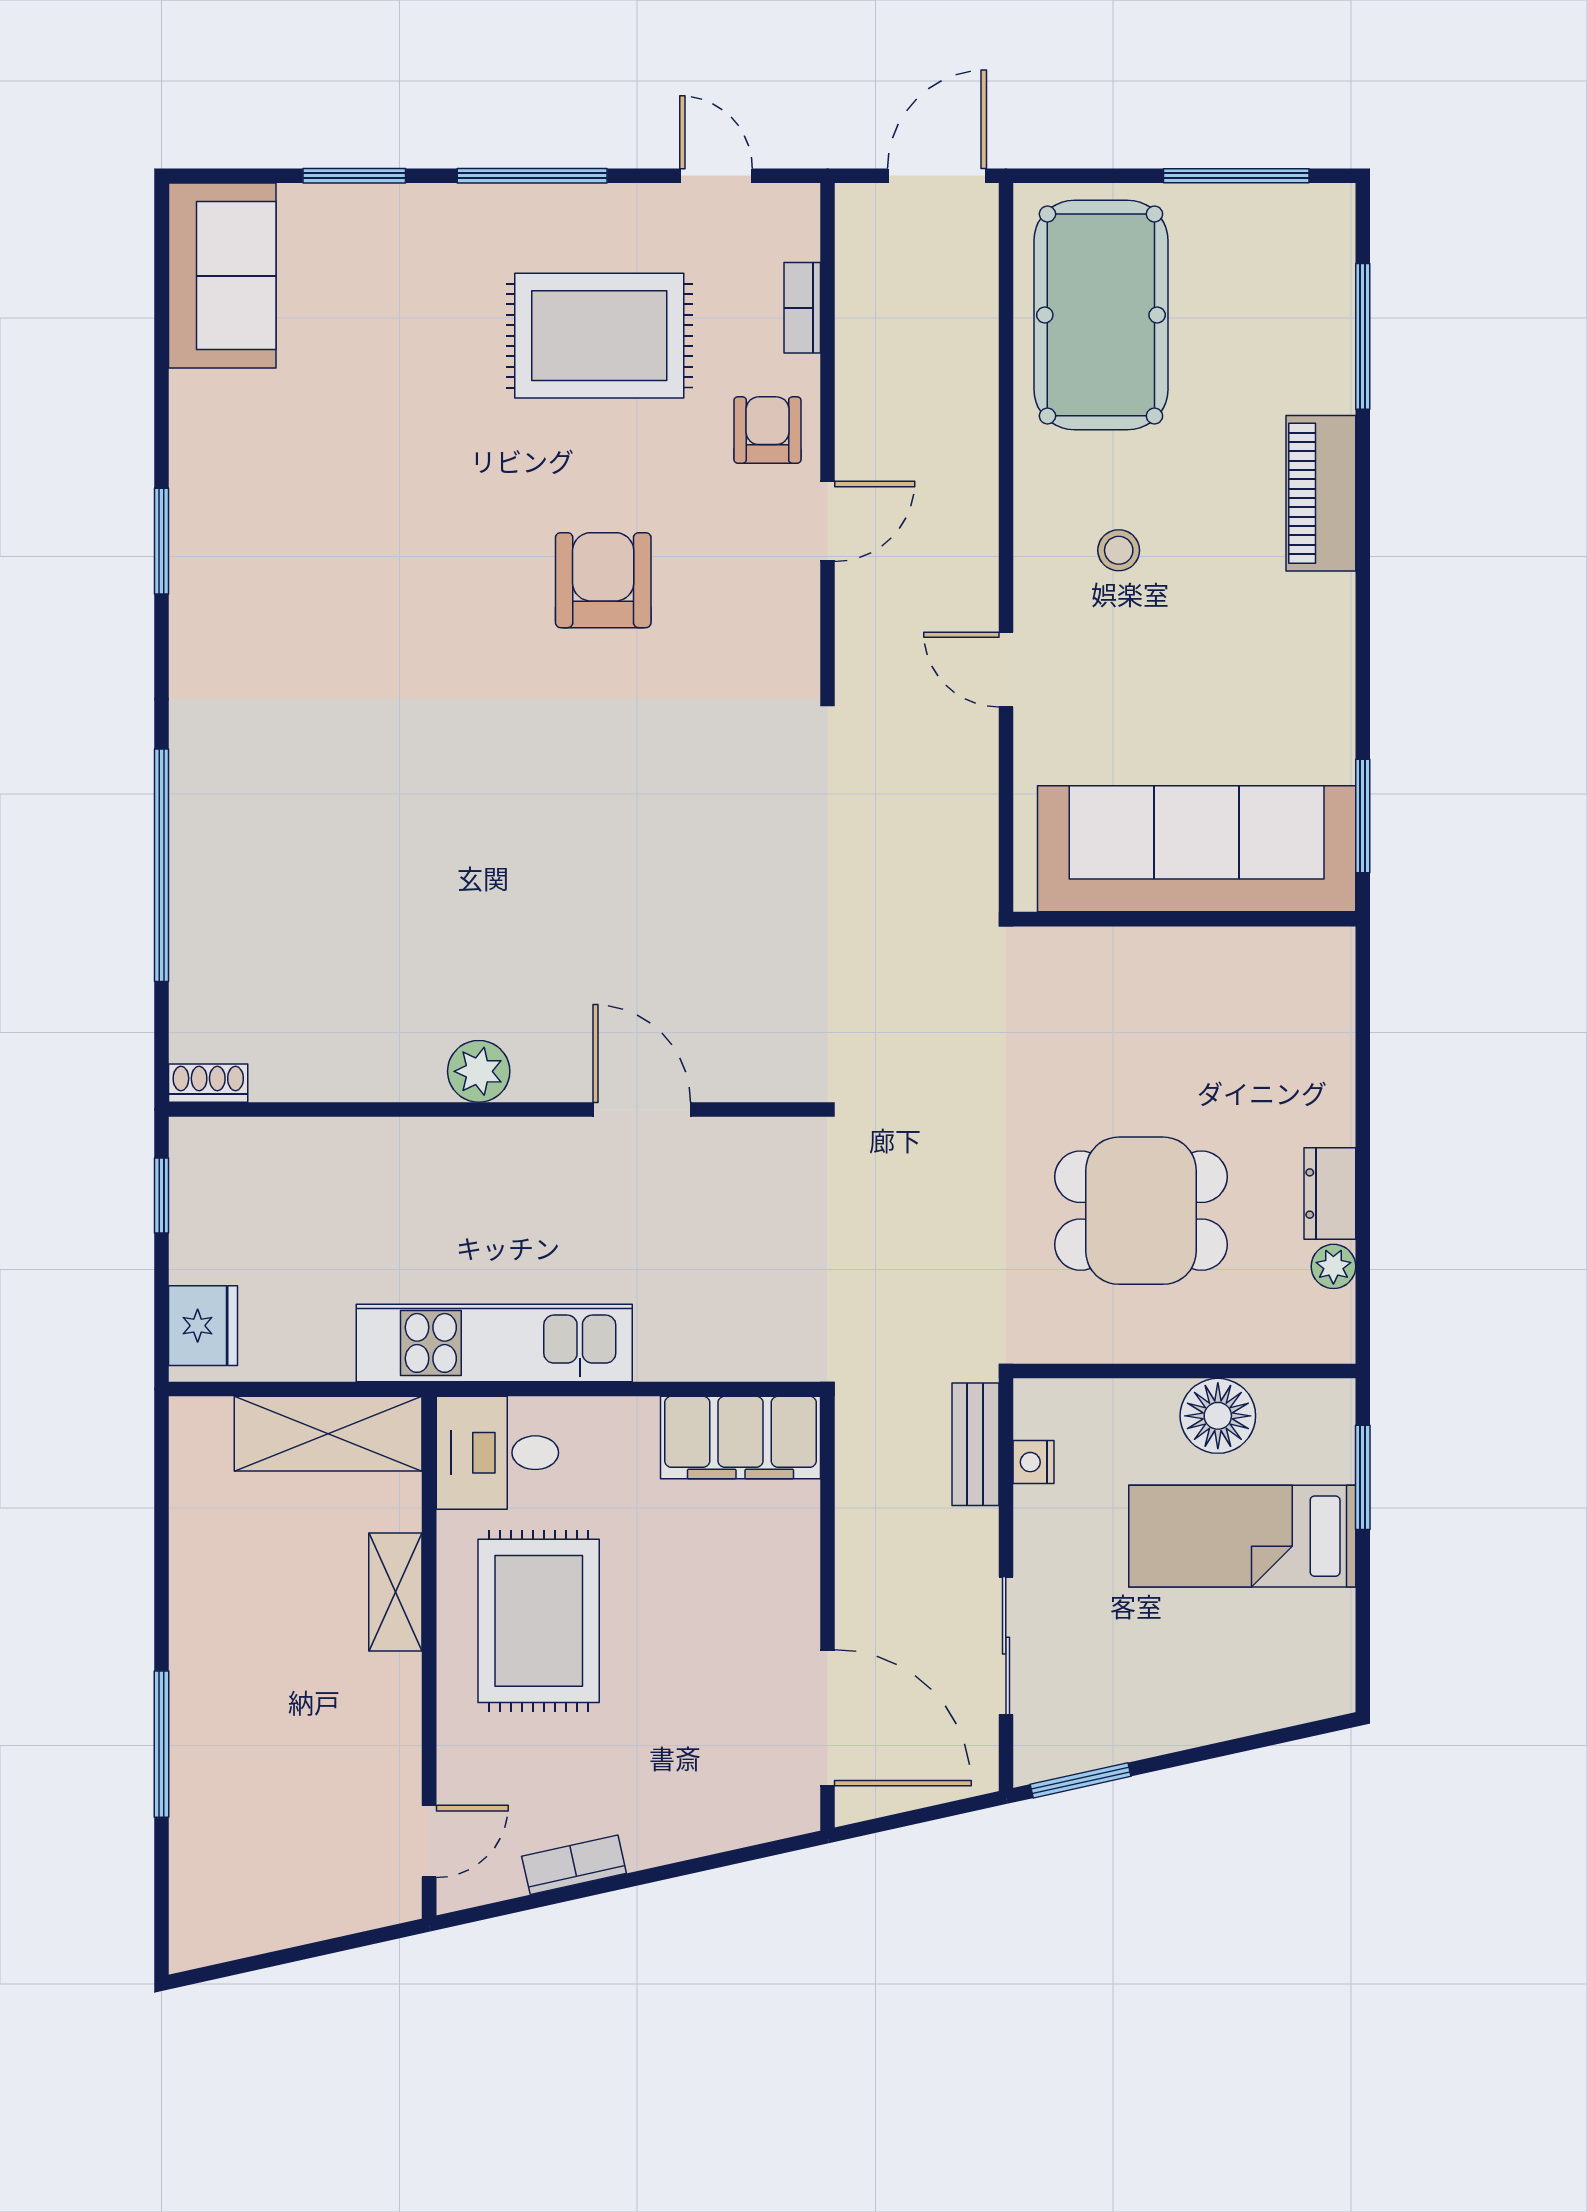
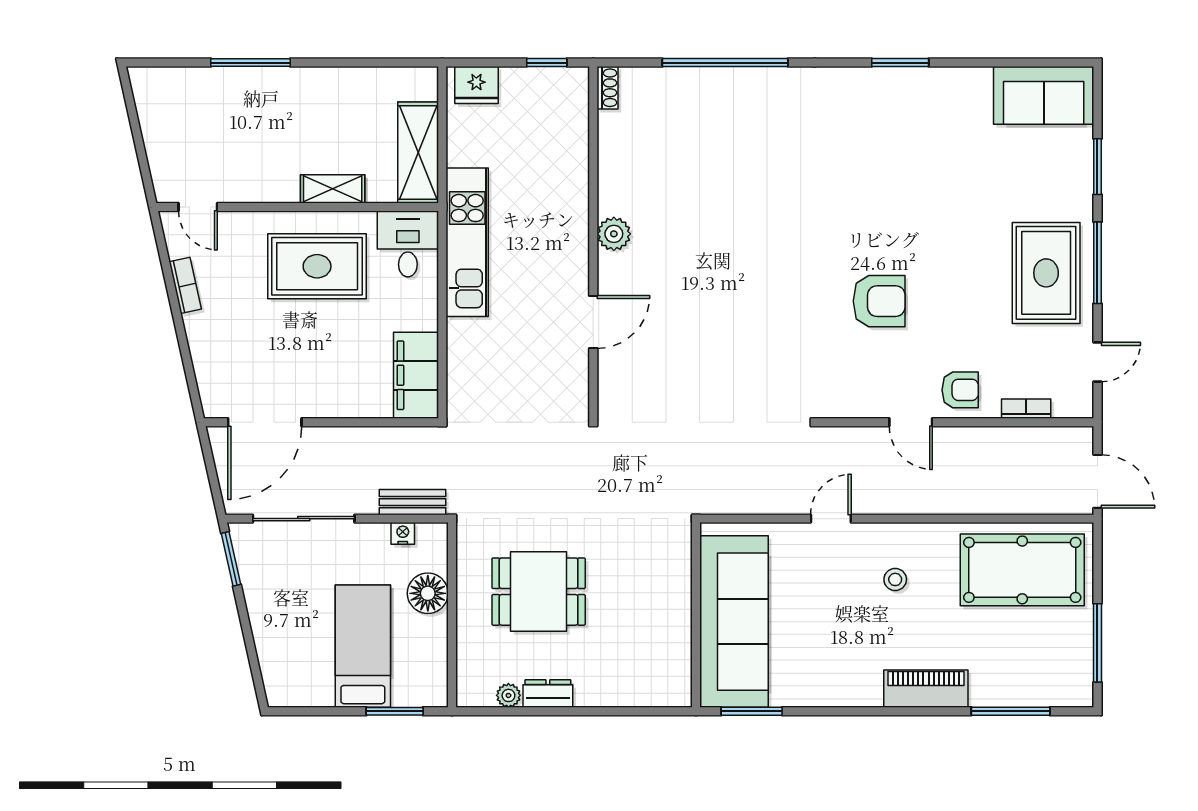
rug: (599, 336) -> (1046, 273), moved
dining table: (1141, 1211) -> (539, 592), turned 90
floor lamp: (1218, 1416) -> (428, 593), moved
sliding door: (1006, 1646) -> (304, 519), width x1.37

